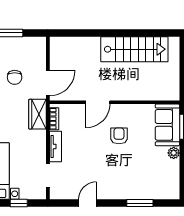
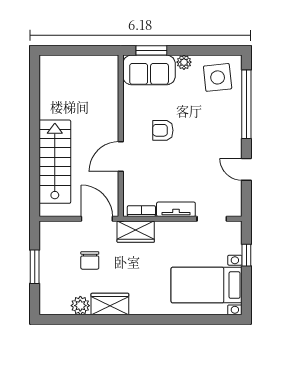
stairs: (134, 49) -> (55, 162), moved
chair: (15, 77) -> (90, 260), turned 90
door: (98, 102) -> (121, 157), swing flipped
side table: (161, 180) -> (218, 77), added
window: (140, 203) -> (246, 104), width x2.11

